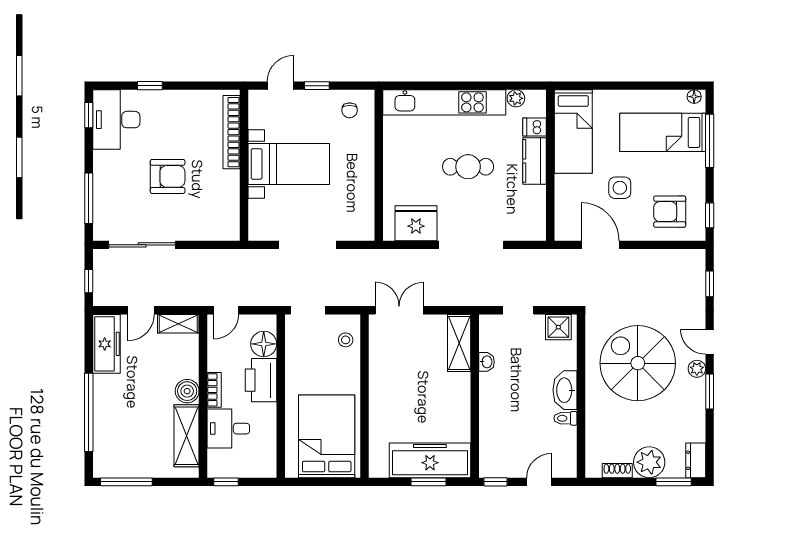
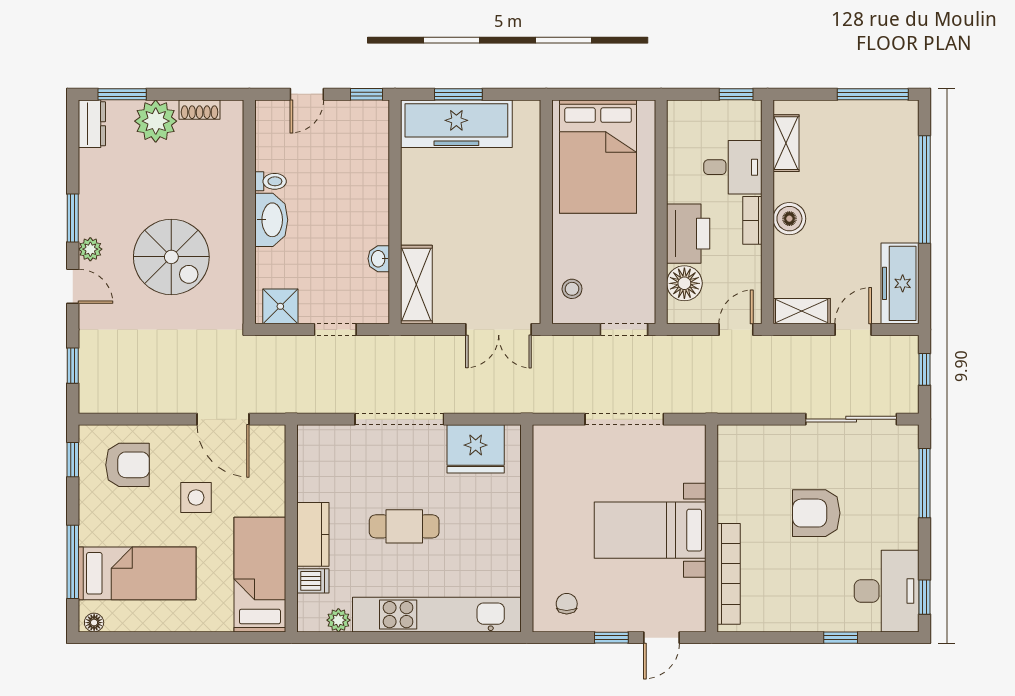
spiral stairs: (638, 363) -> (171, 257), width x0.73, depth x0.73
shelving: (187, 436) -> (786, 143), width x0.67, depth x0.75

